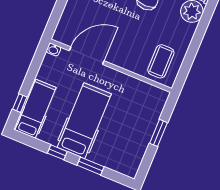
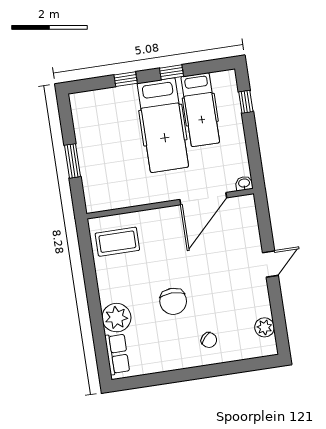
coffee table: (161, 61) -> (117, 242), turned 90
hospital bed: (36, 109) -> (200, 110), moved
window: (91, 166) -> (126, 79), width x0.67

